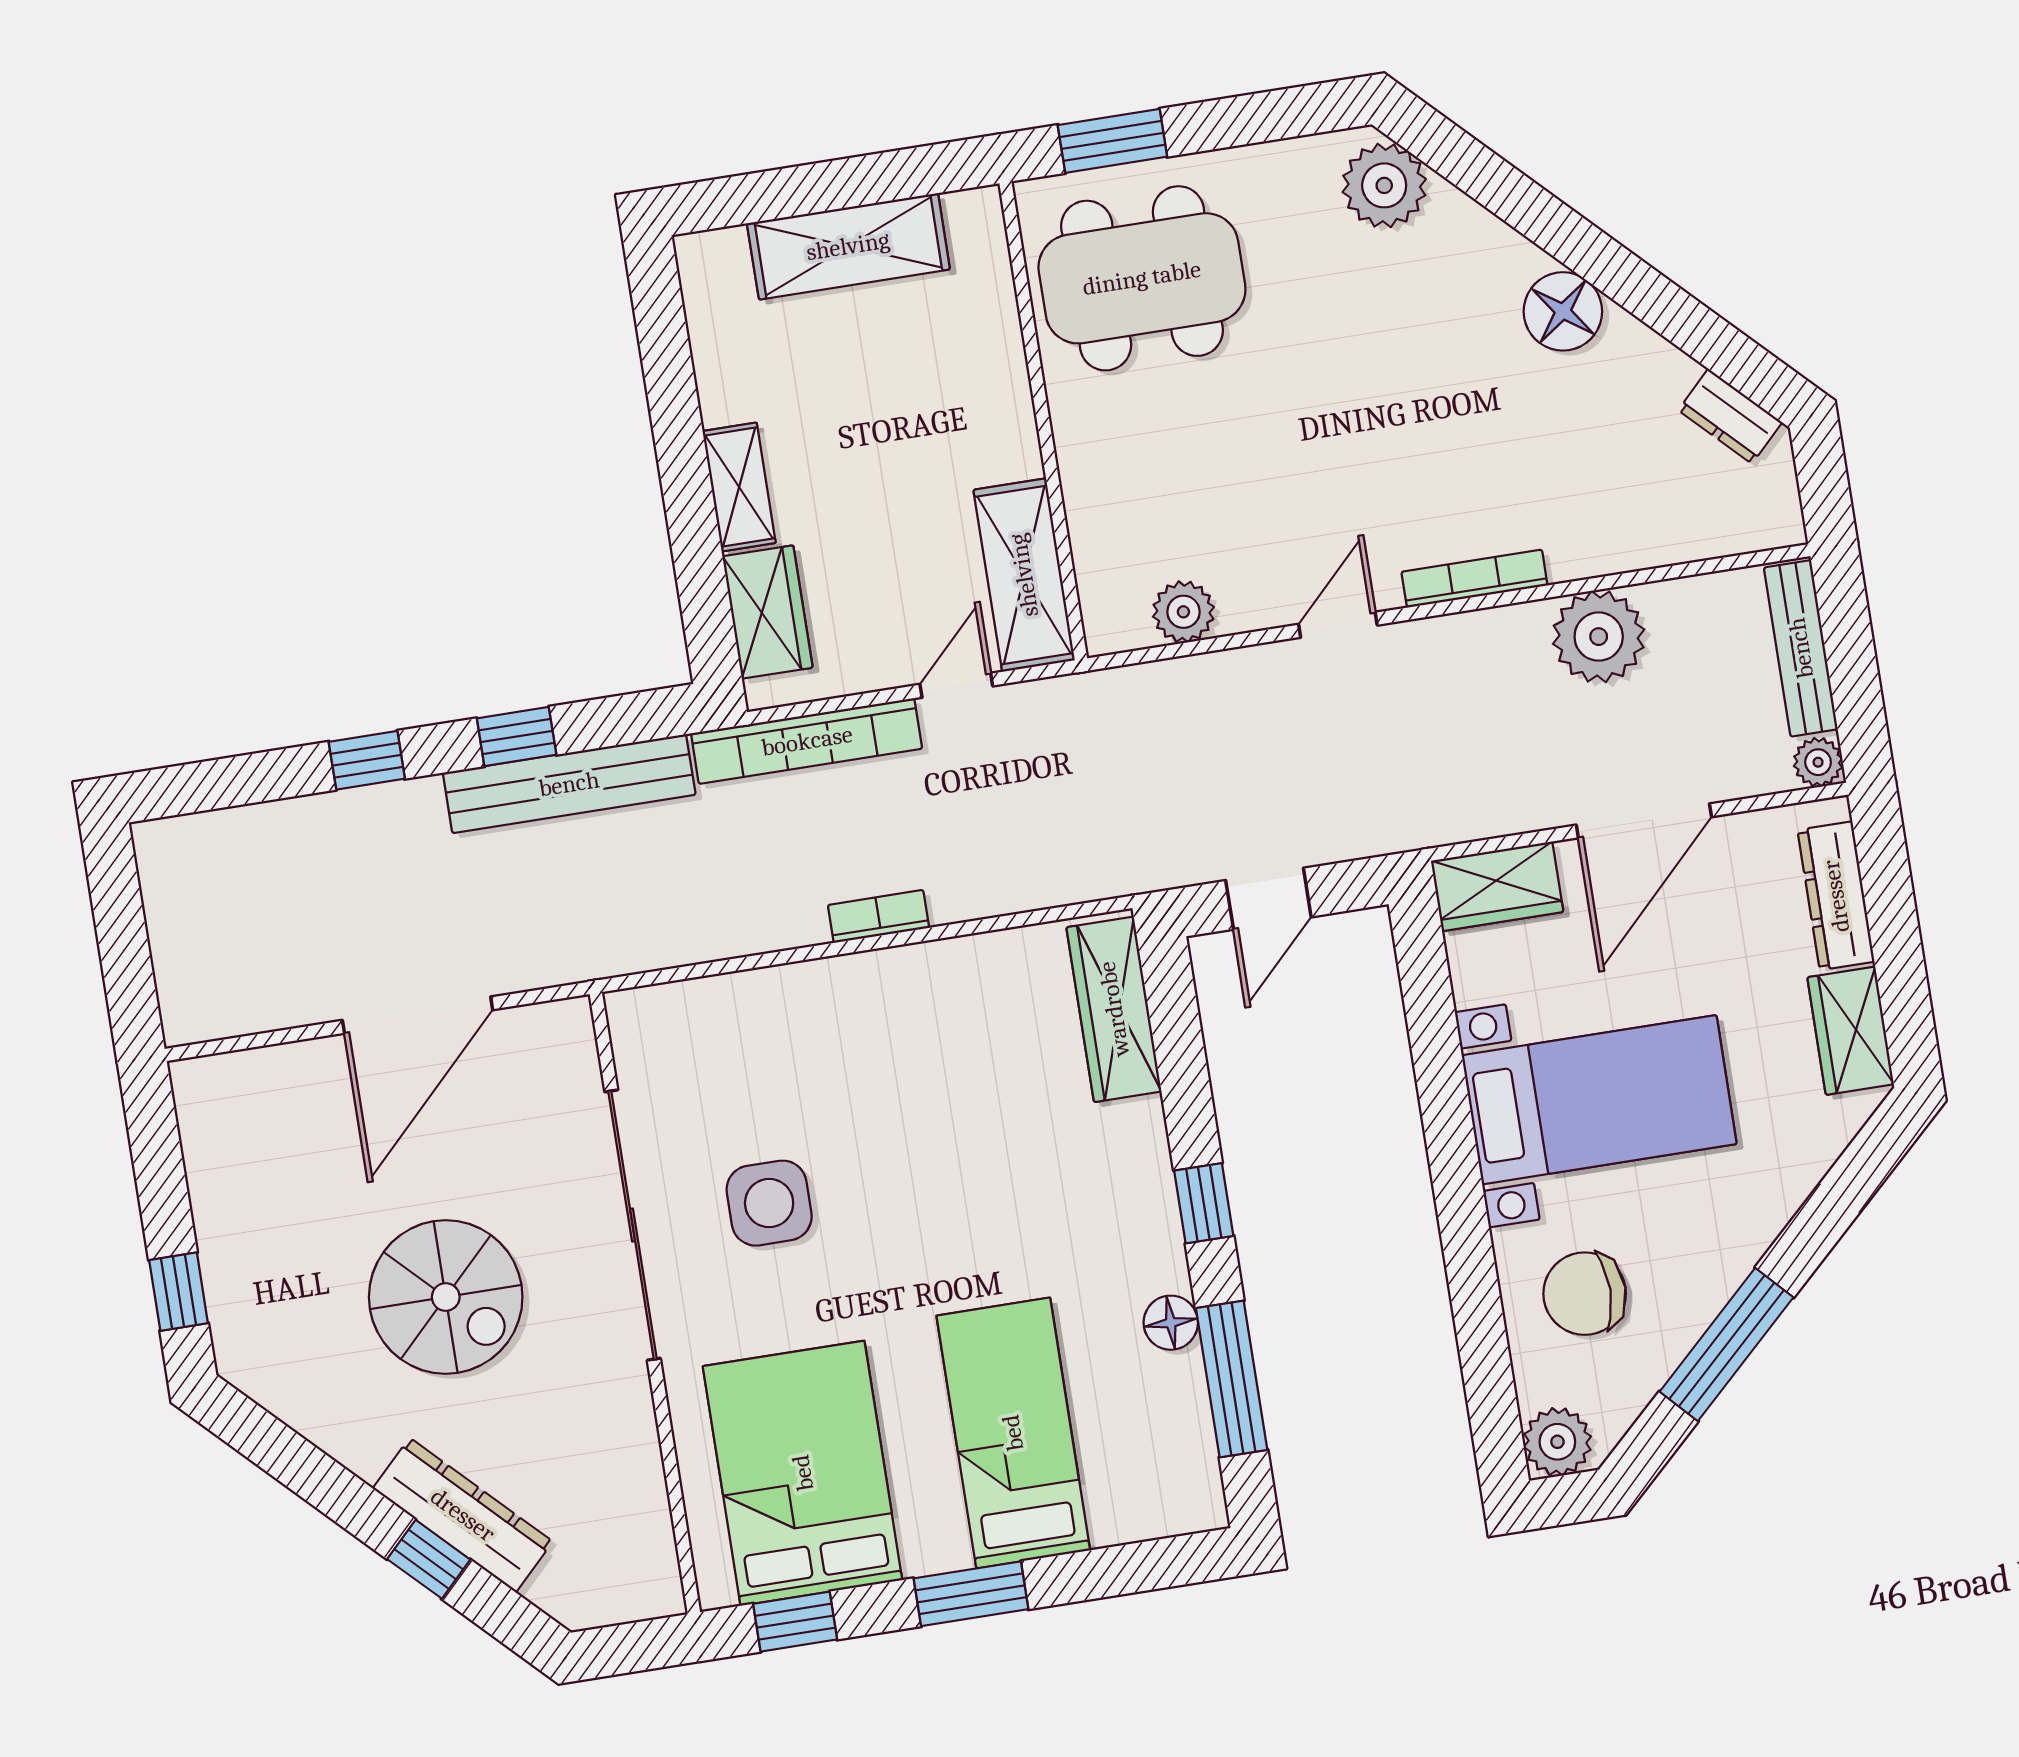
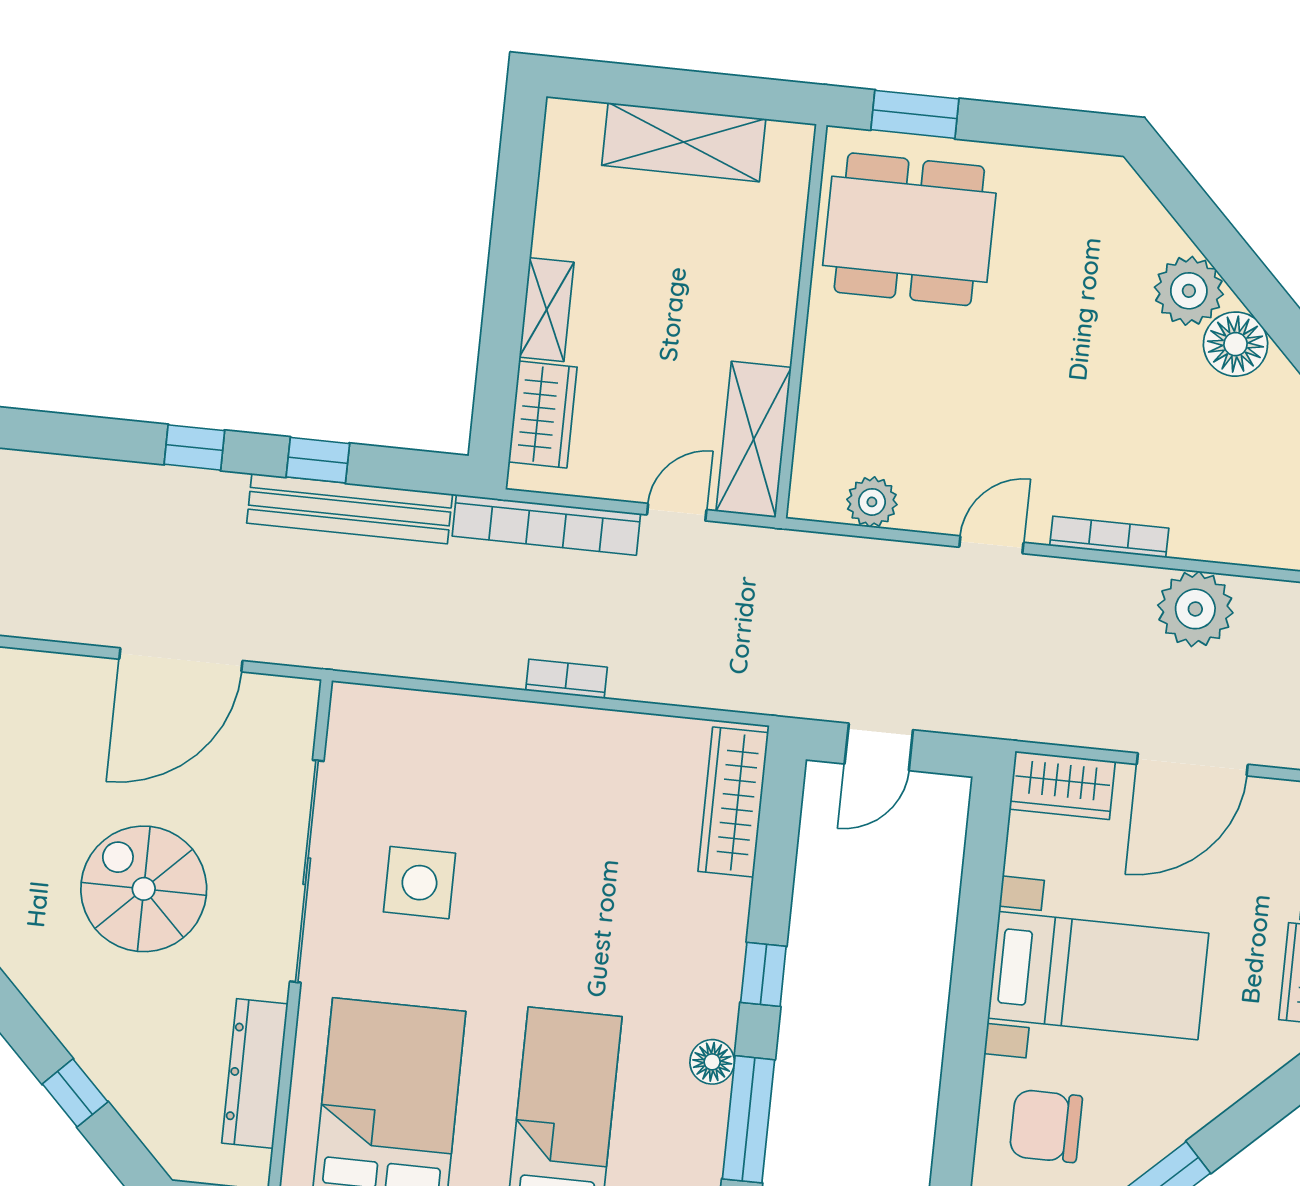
plant: (1384, 185) -> (1189, 291), moved
spiral stairs: (446, 1297) -> (144, 889), turned 180
dresser: (463, 1515) -> (255, 1073), moved, turned -135

